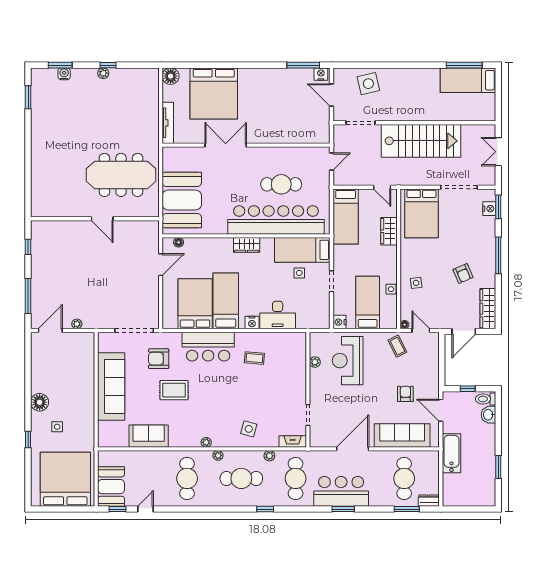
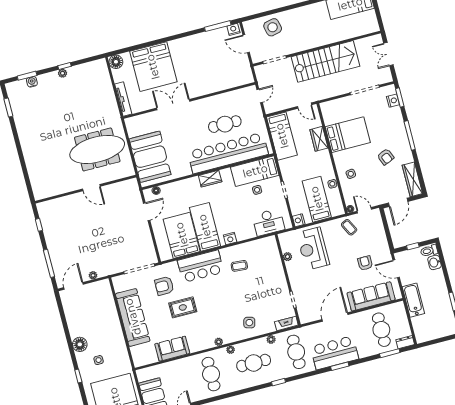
bed: (421, 213) -> (348, 135), moved, turned -90
desk: (278, 315) -> (268, 222), moved

